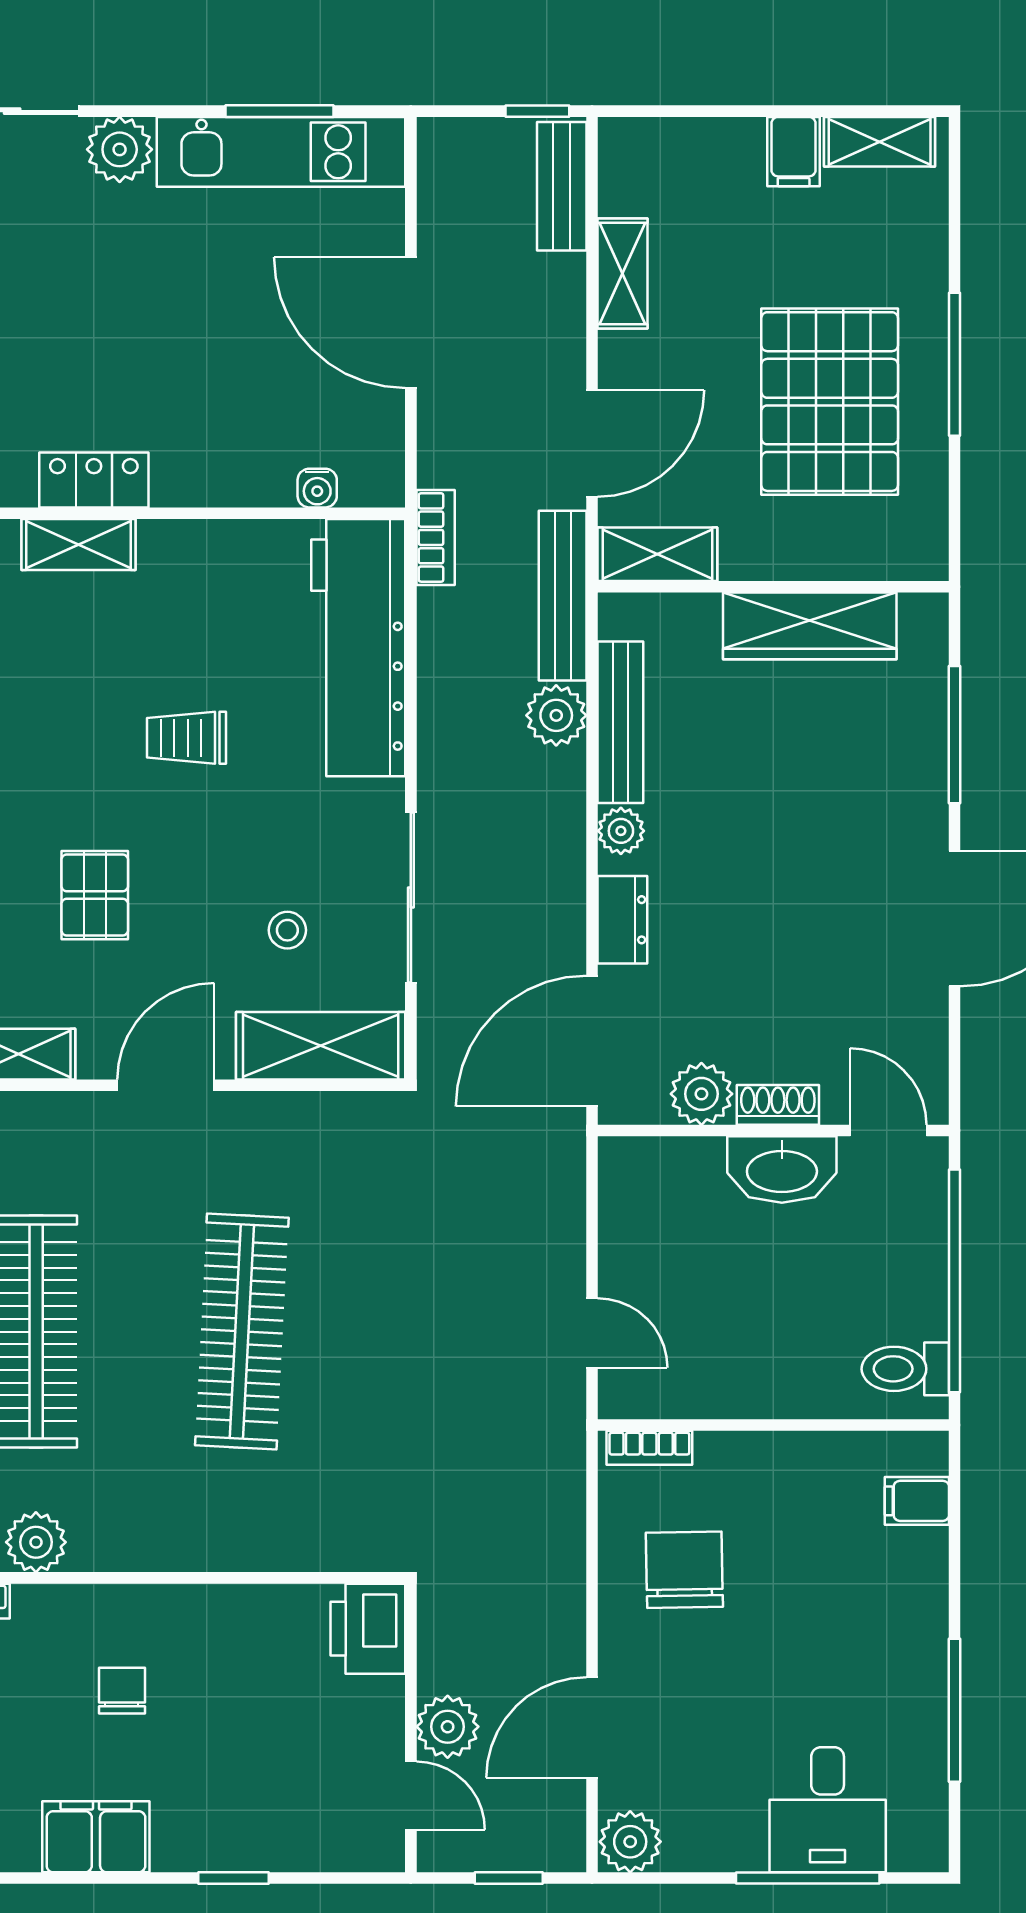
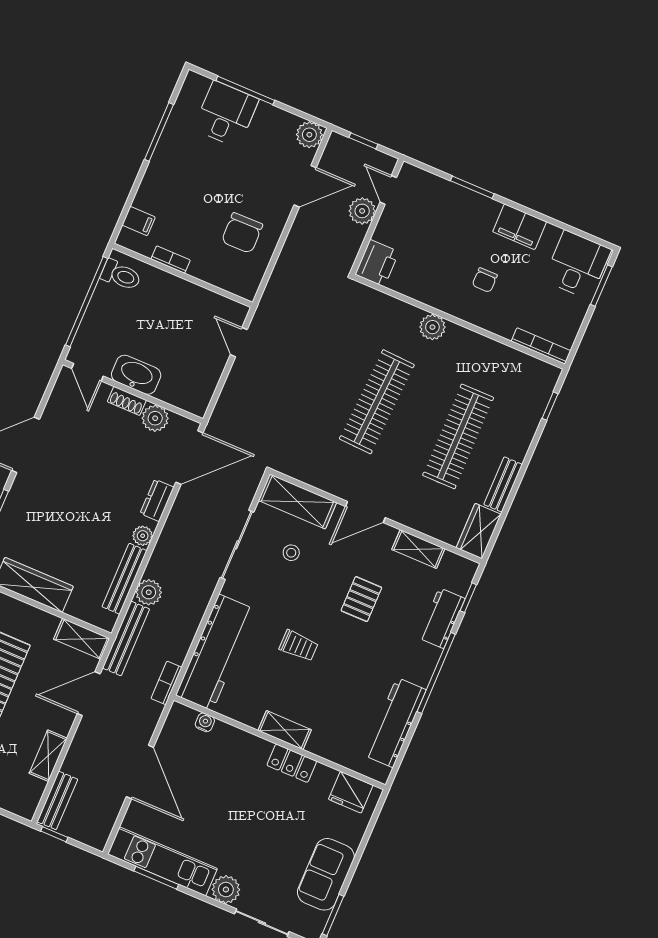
shelving: (79, 544) -> (285, 730), moved
bookcase: (649, 1448) -> (171, 260), moved
plant: (36, 1542) -> (432, 327), moved
window: (233, 1878) -> (472, 187), width x1.50

